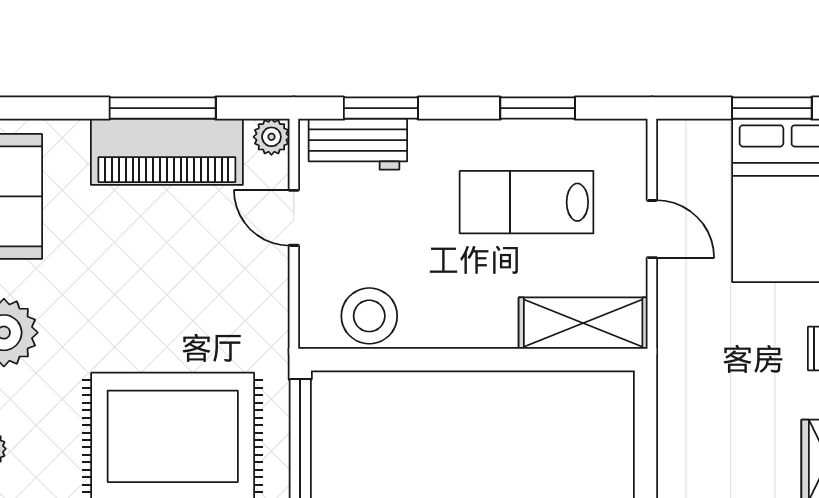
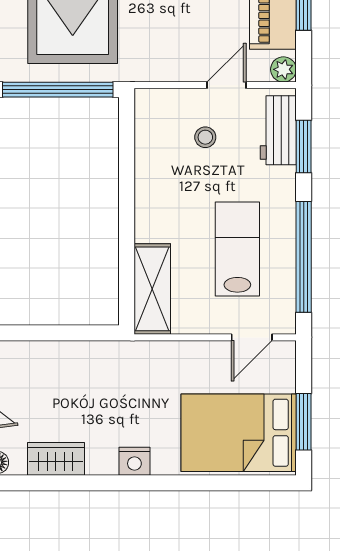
window: (538, 108) -> (304, 257), width x2.11
door: (652, 229) -> (252, 337), moved
stool: (369, 316) -> (205, 137), moved, width x0.53, depth x0.53

